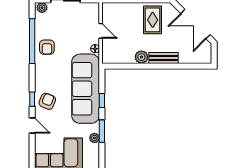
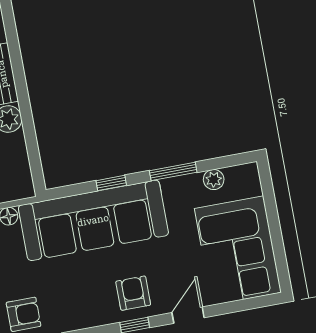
armchair: (47, 101) -> (133, 293), turned 68
plant: (94, 138) -> (214, 180), moved

